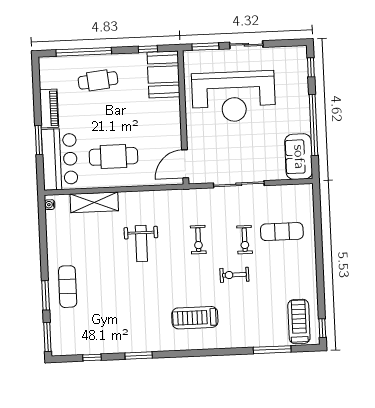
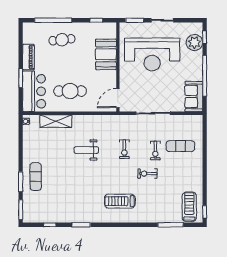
booth: (163, 74) -> (106, 54), moved
plant: (296, 76) -> (194, 42), added
weight bench: (141, 244) -> (86, 150), turned 90

